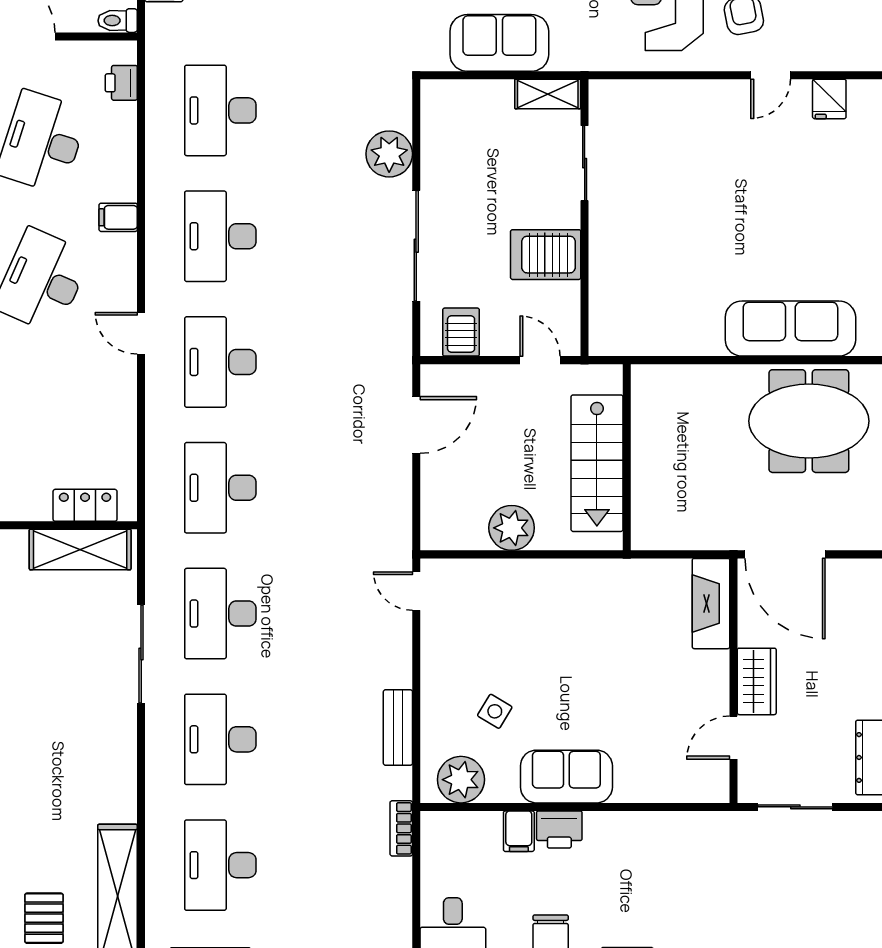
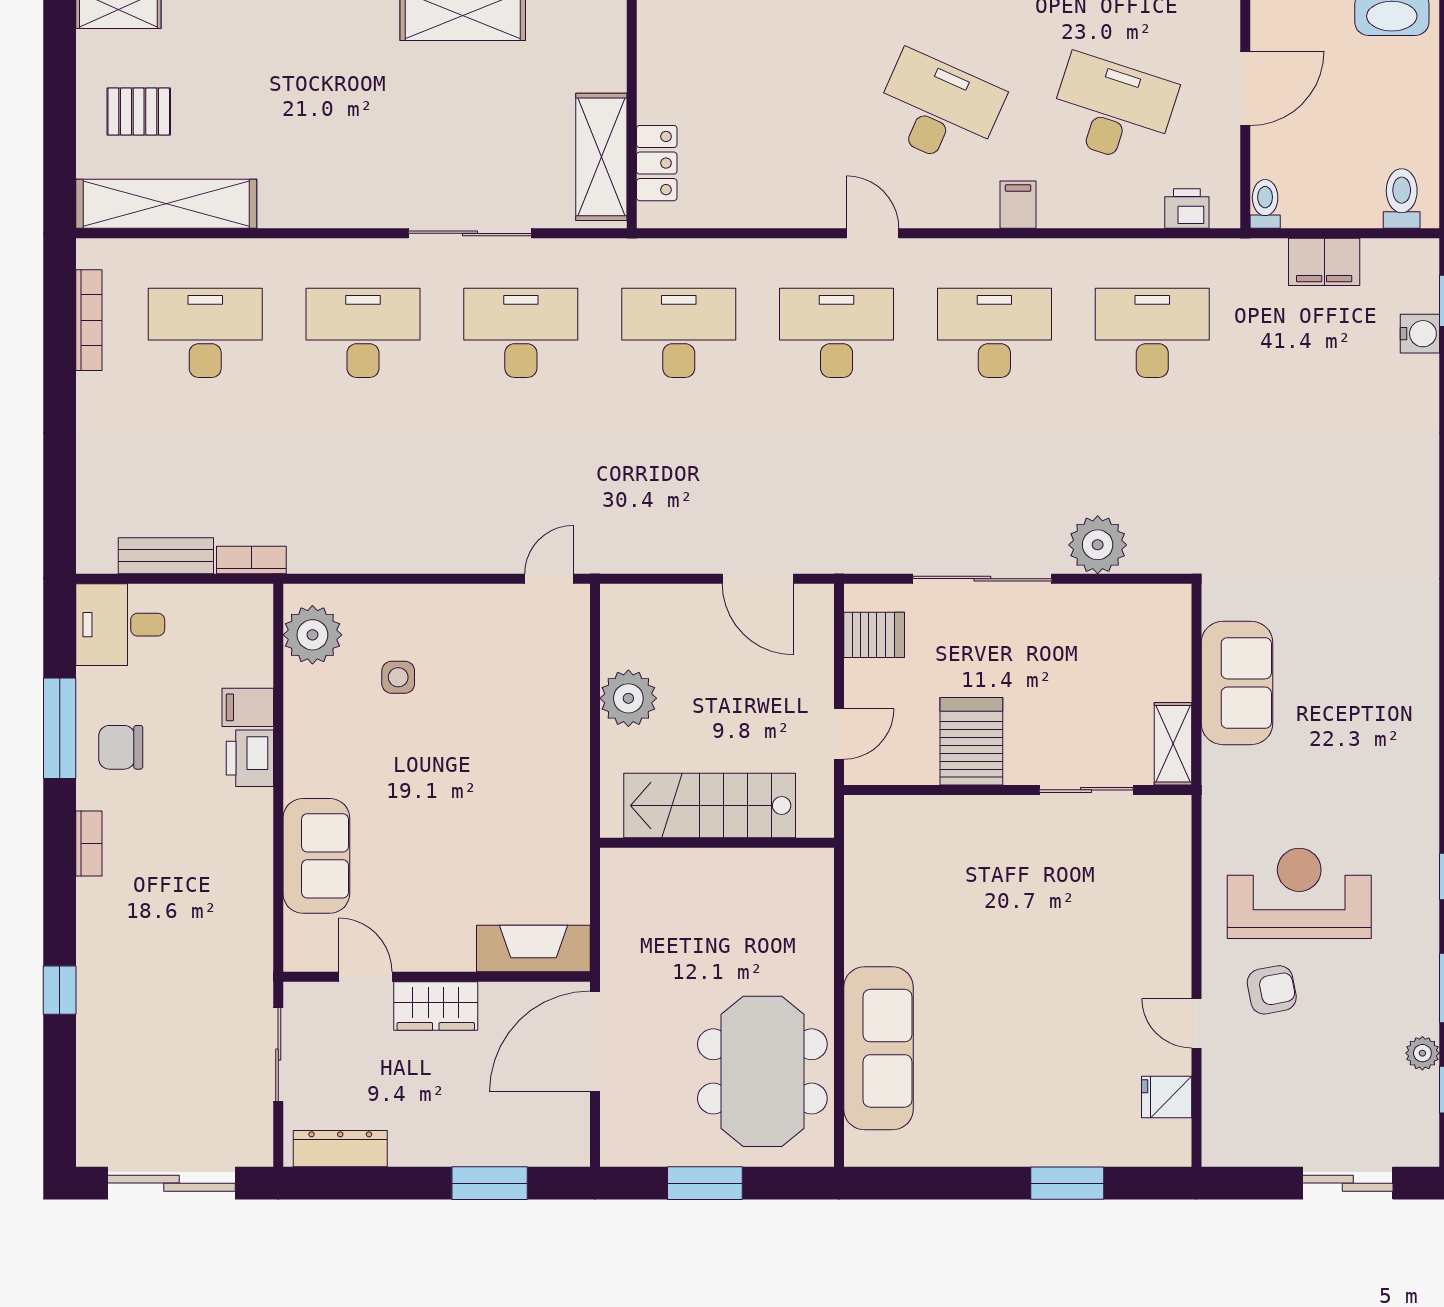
door: (141, 333) -> (873, 233), hinge flipped
side table: (495, 711) -> (398, 677), turned -31
bench: (398, 727) -> (166, 556), moved
sofa: (566, 777) -> (316, 856), moved

